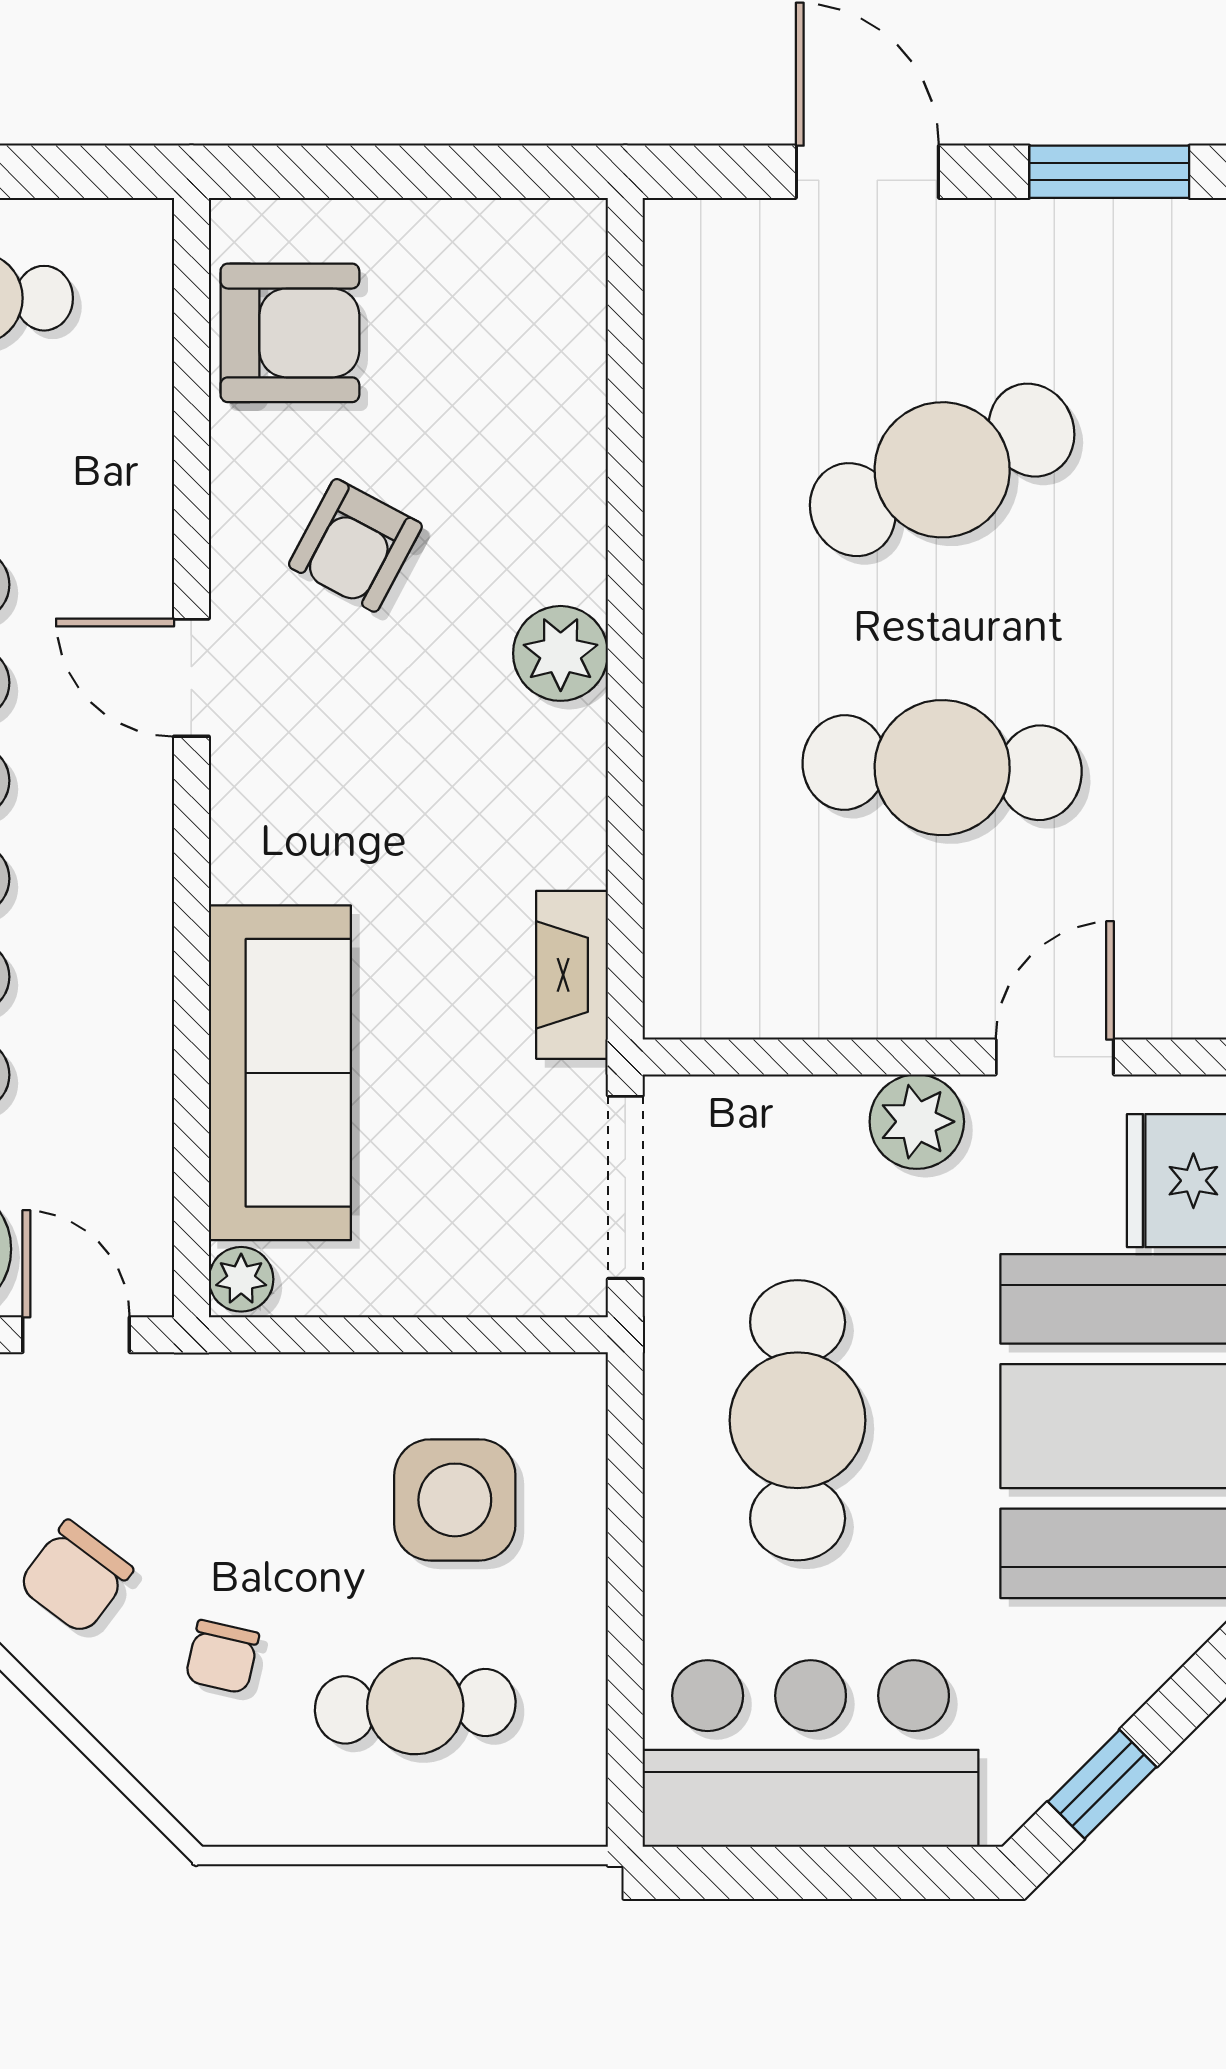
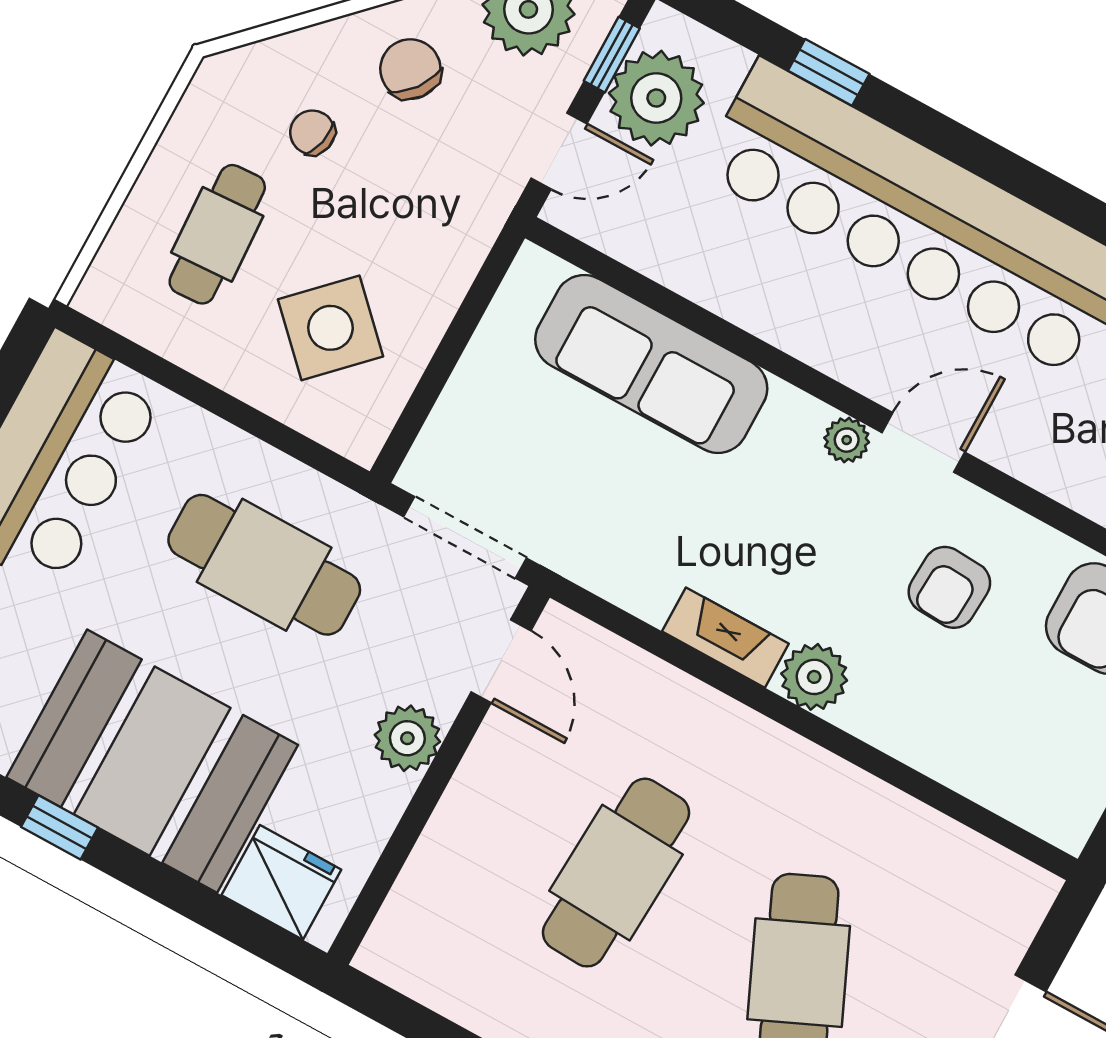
armchair: (355, 545) -> (949, 587), turned -115
fireplace: (572, 975) -> (725, 638), moved
door: (1055, 1057) -> (501, 661), moved
plant: (241, 1279) -> (847, 440), moved
side table: (455, 1500) -> (330, 328), turned 45

